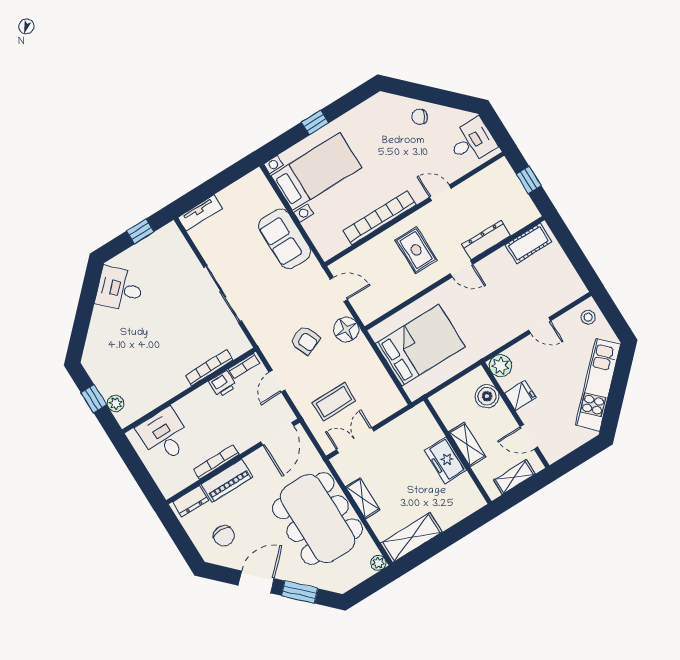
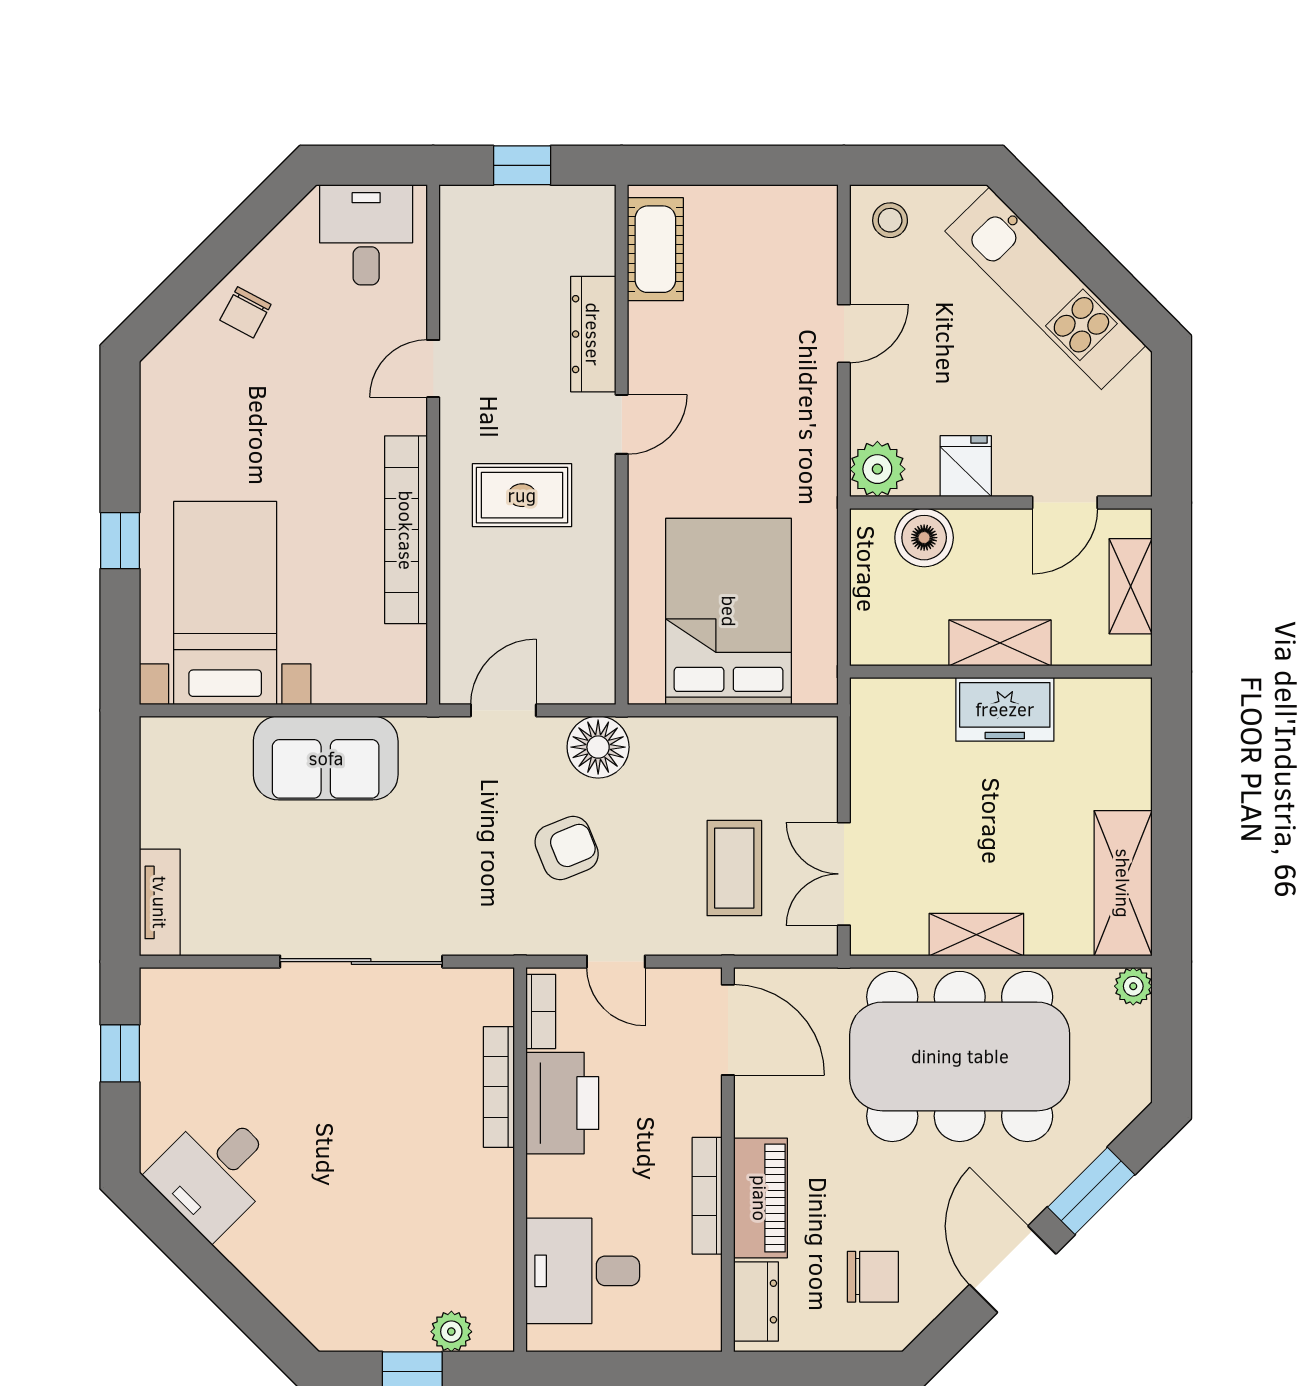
printer: (223, 384) -> (562, 1103), width x1.87, depth x1.48

